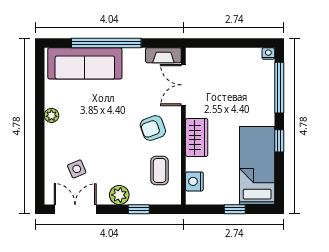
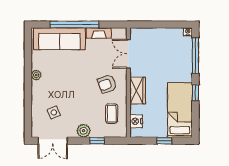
fireplace: (163, 55) -> (99, 33), moved
double door: (75, 209) -> (53, 141), swing flipped

